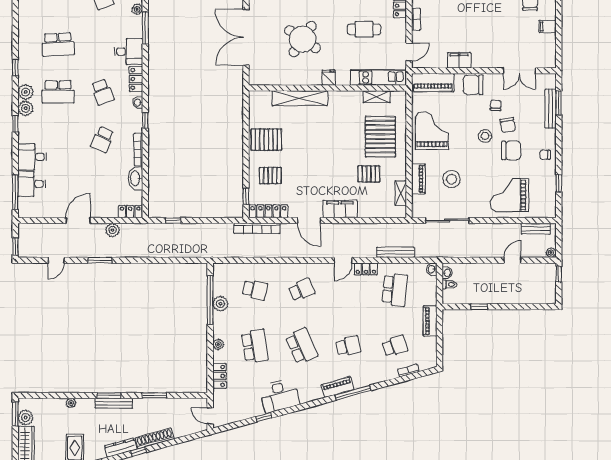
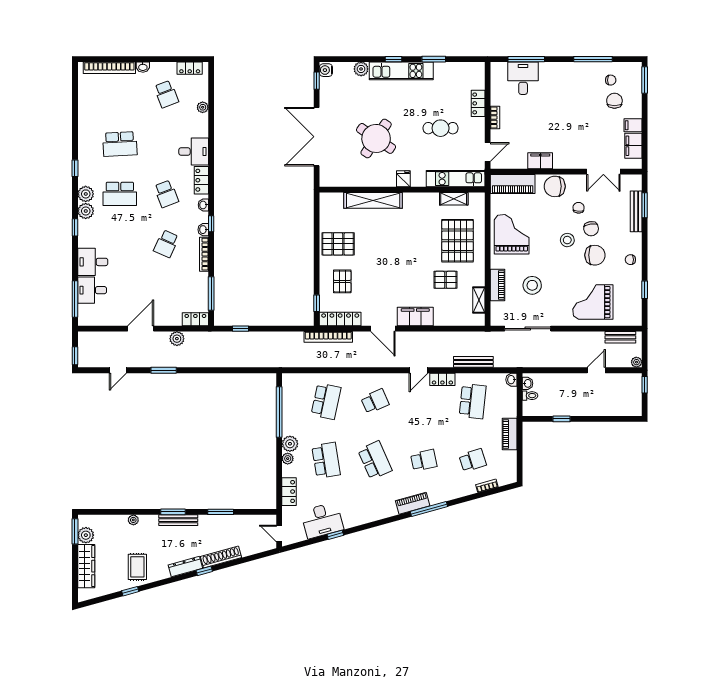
window: (145, 28) -> (211, 293), moved
filing cabinet: (548, 46) -> (633, 146), added
pallet: (270, 176) -> (342, 281), turned 90
washbasin: (136, 178) -> (203, 230), moved, width x0.52, depth x0.69
school desk: (255, 290) -> (326, 401), width x1.85
plant: (220, 304) -> (290, 444), moved
desk: (280, 396) -> (322, 520), moved

